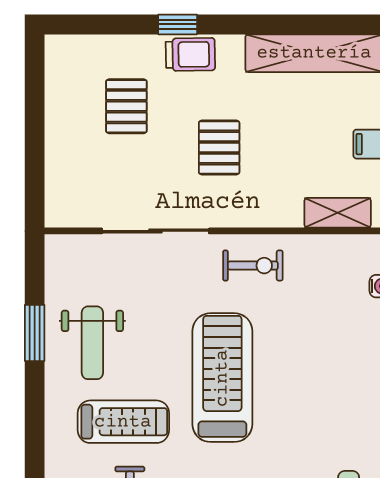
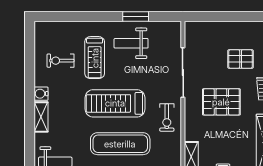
pallet: (219, 148) -> (221, 102), width x1.50, depth x1.42
exercise mat: (310, 366) -> (120, 144), added
treadmill: (222, 378) -> (115, 103), turned 180

